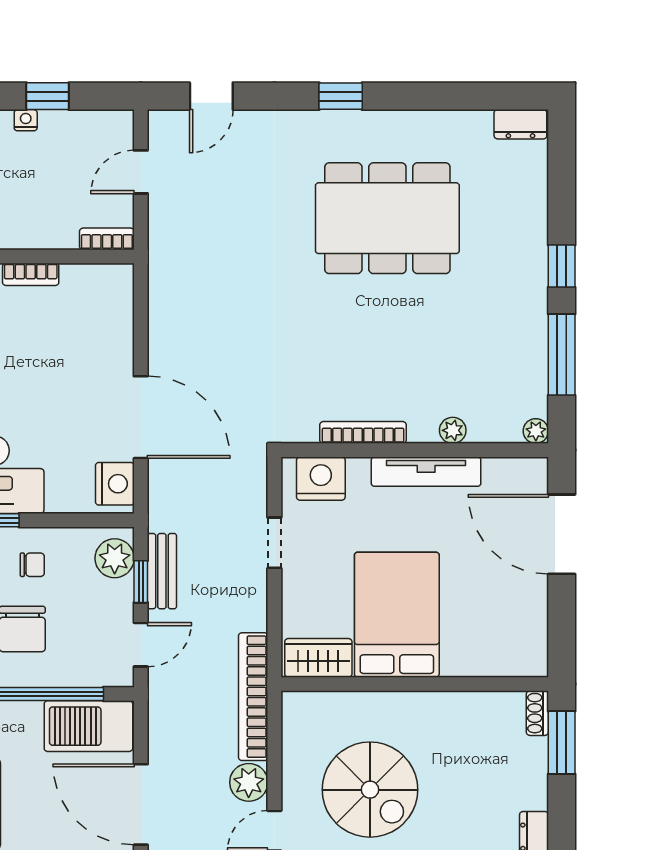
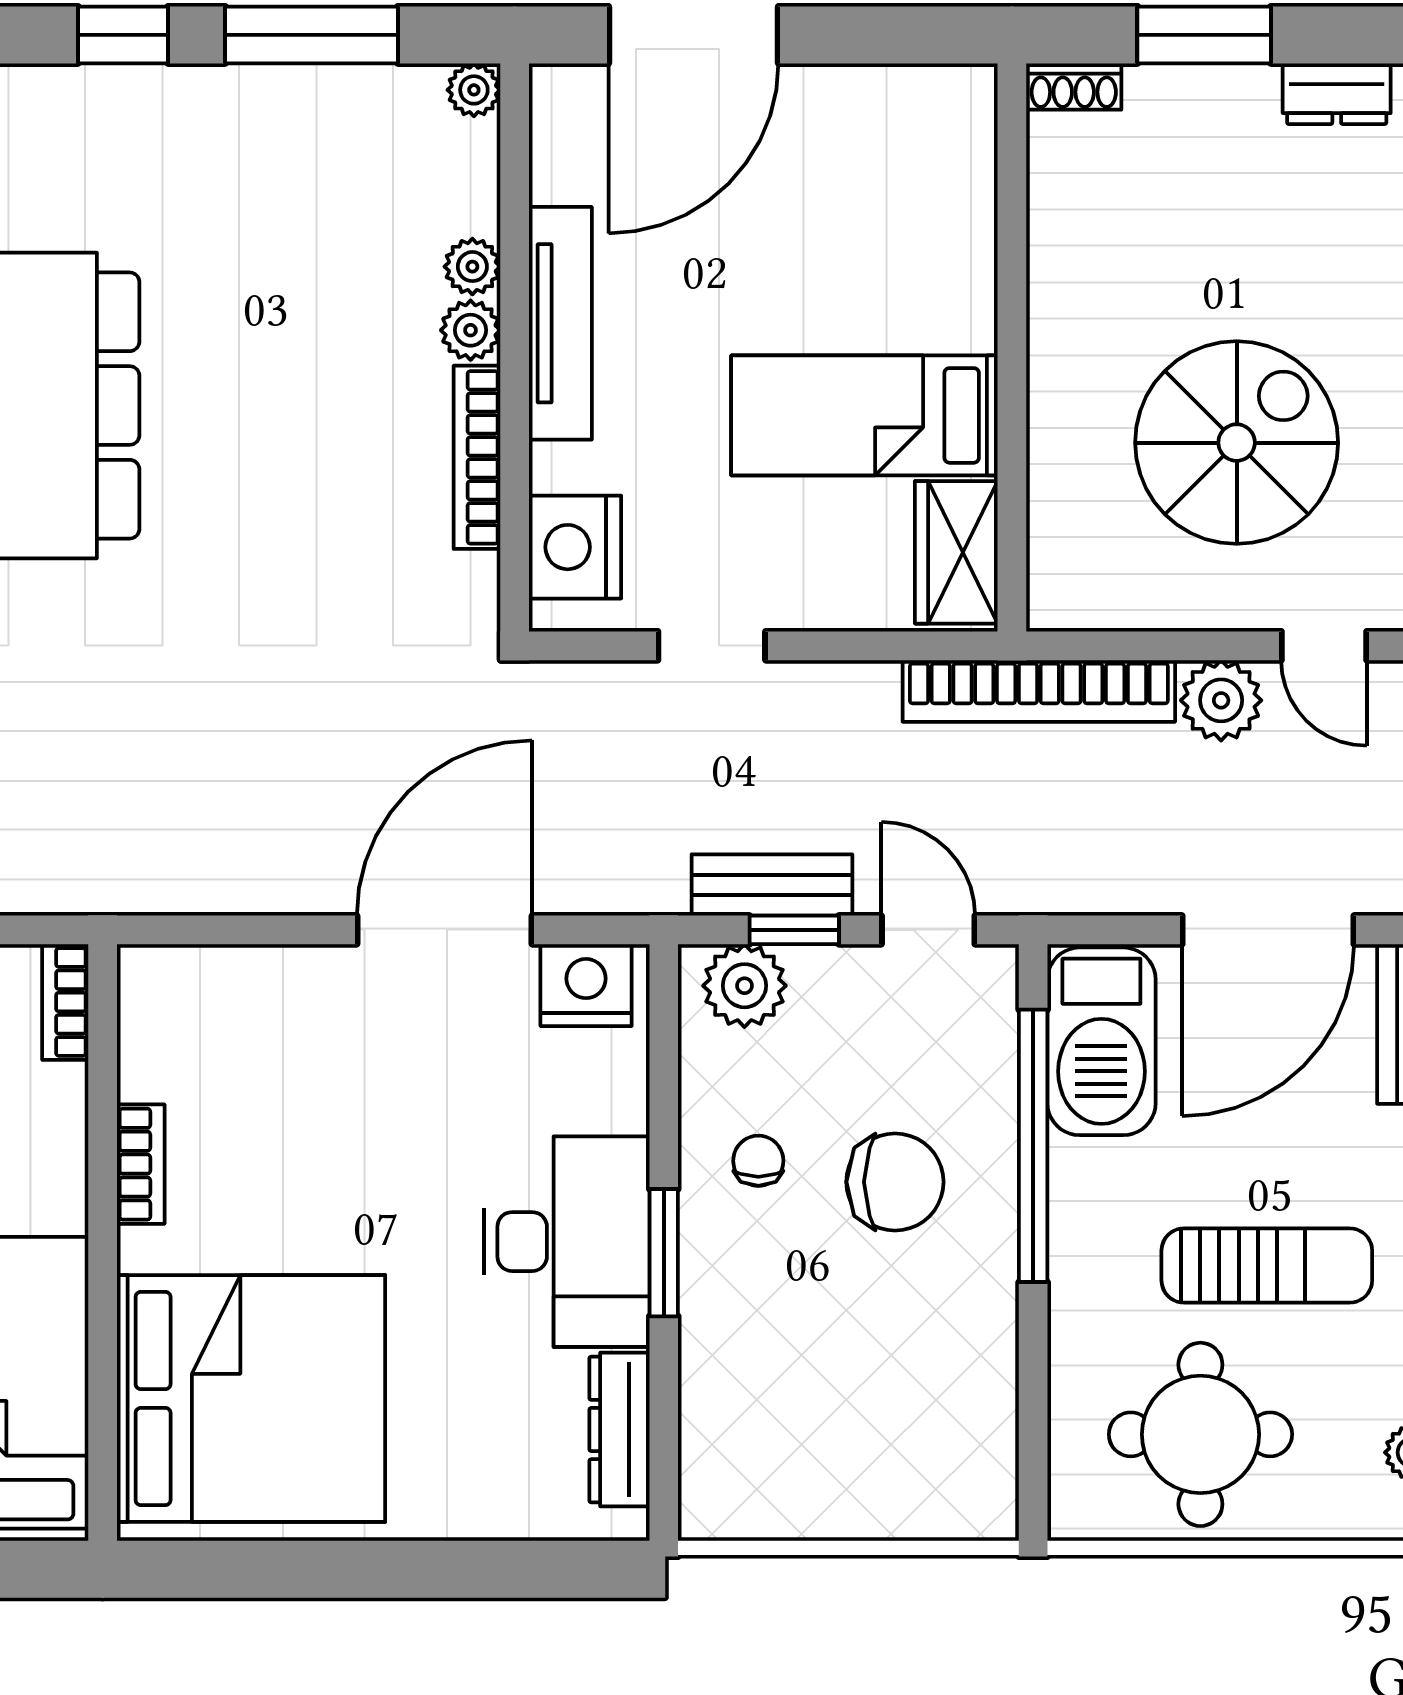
plant: (423, 429) -> (471, 330), added
bed: (397, 615) -> (864, 415), width x0.67
window: (562, 743) -> (1204, 35), moved

